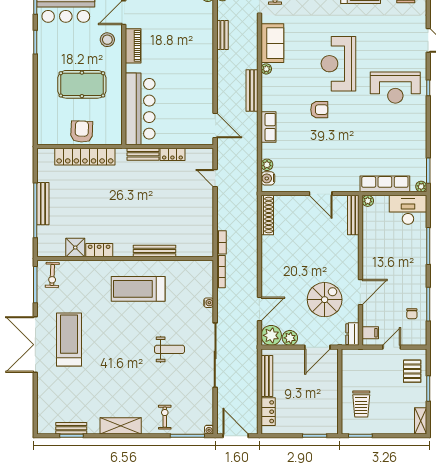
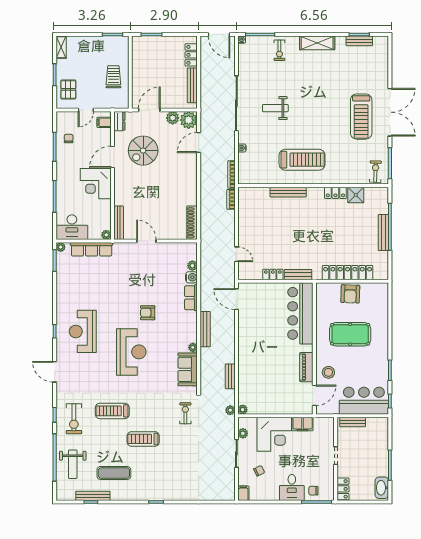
reception desk: (395, 88) -> (83, 331), turned -90
water cooler: (268, 178) -> (191, 277), moved
corner desk: (380, 261) -> (96, 184), added
trolley: (361, 404) -> (113, 77), moved

